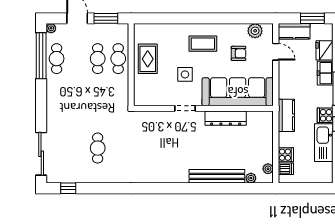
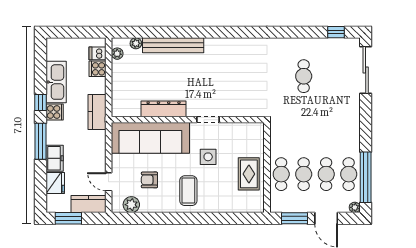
coffee table: (203, 44) -> (188, 191), turned 90
cafe table: (77, 59) -> (326, 174), added

